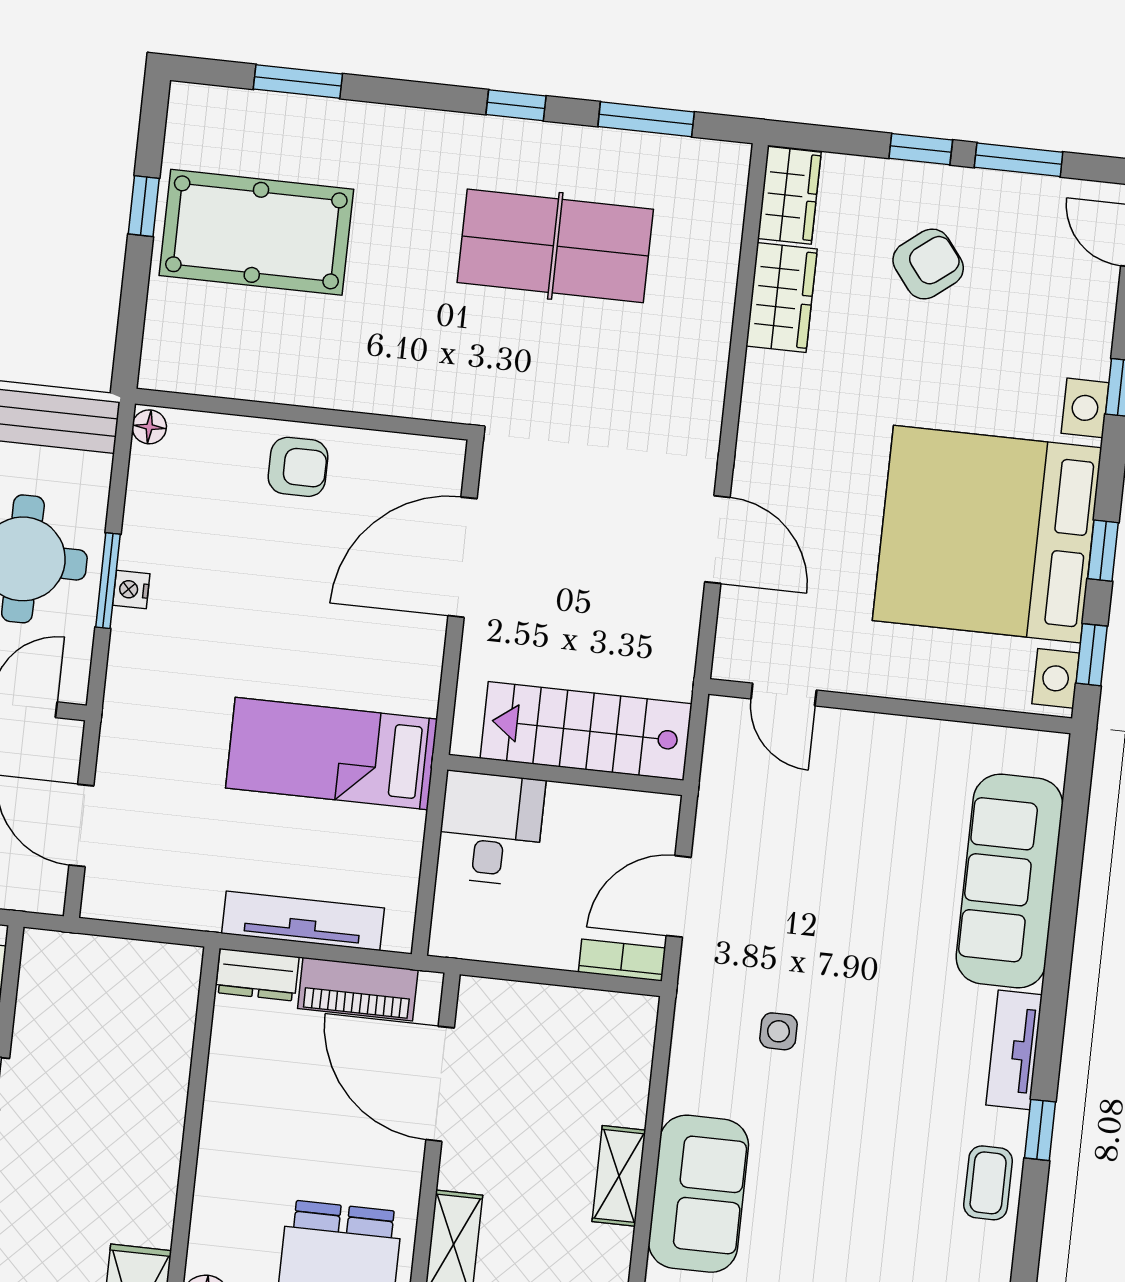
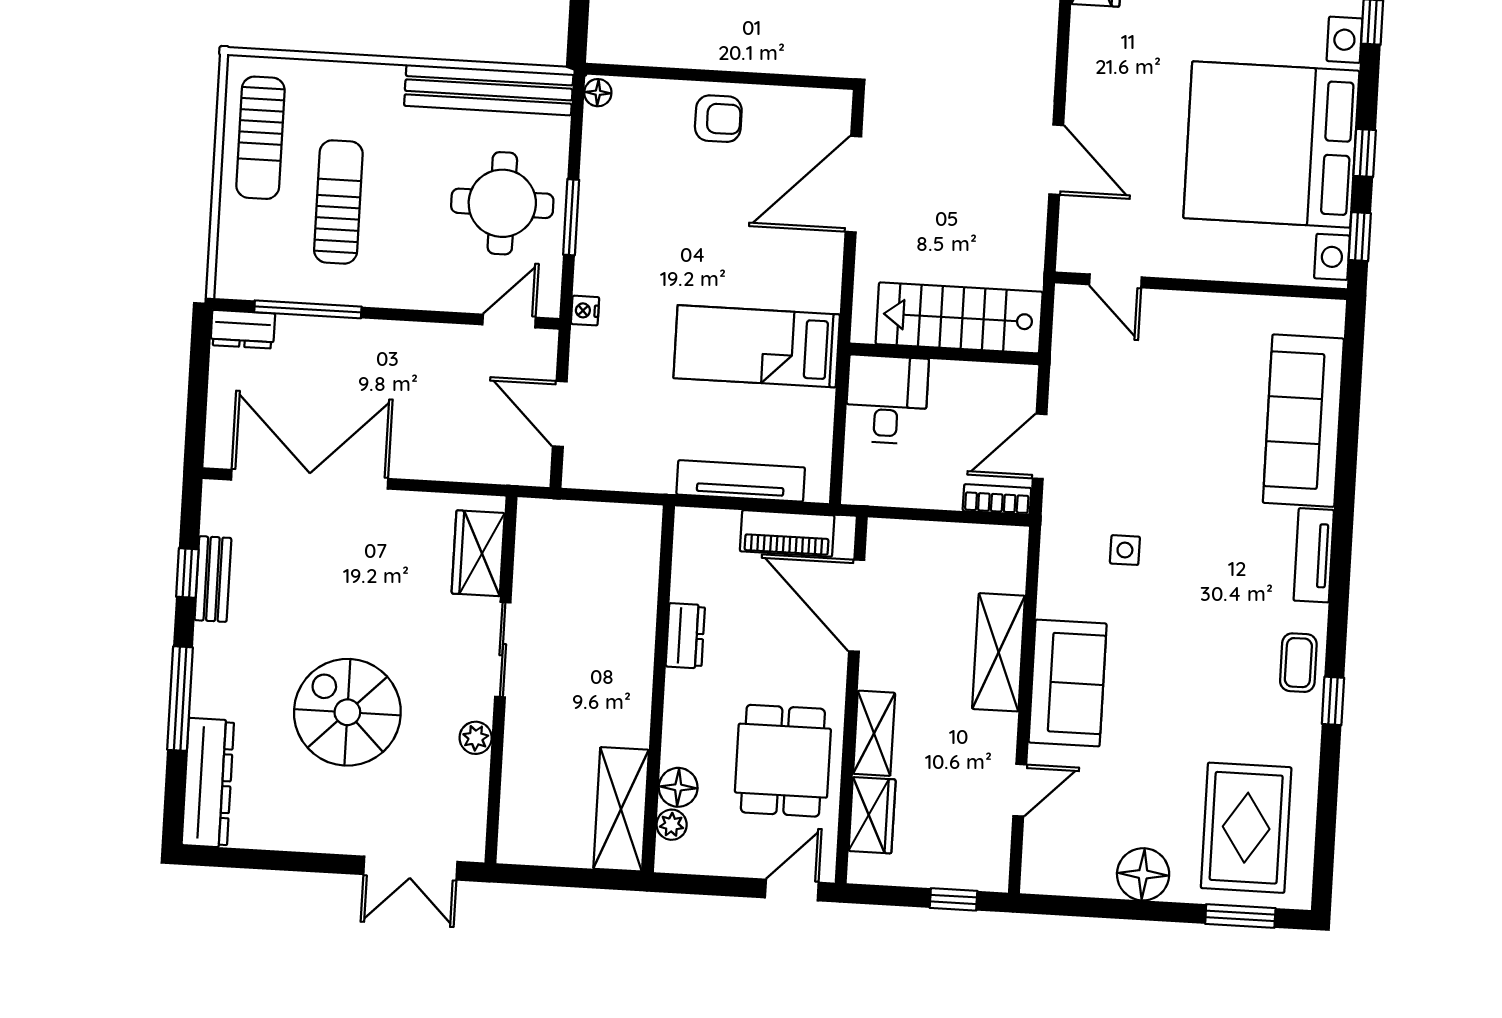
nightstand: (131, 590) -> (585, 311), moved
dresser: (257, 975) -> (685, 636), moved, turned -90
window: (1040, 1130) -> (1333, 701), moved
shelving: (619, 1176) -> (999, 652), width x1.50, depth x1.33

